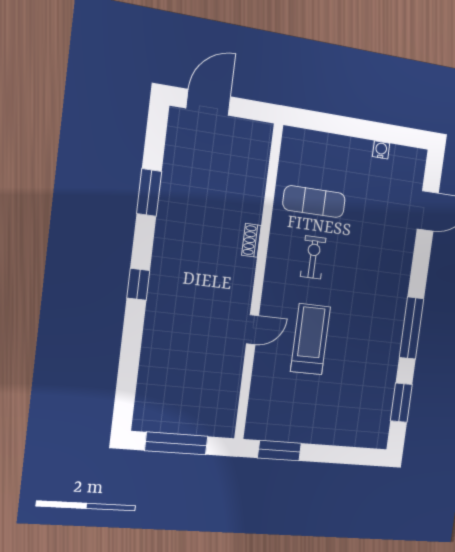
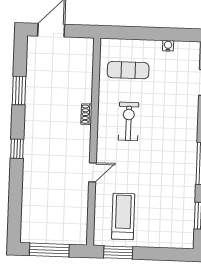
exercise mat: (314, 202) -> (128, 70), moved
exercise bike: (313, 257) -> (129, 121), width x1.38, depth x1.39
treadmill: (310, 339) -> (123, 216), moved

